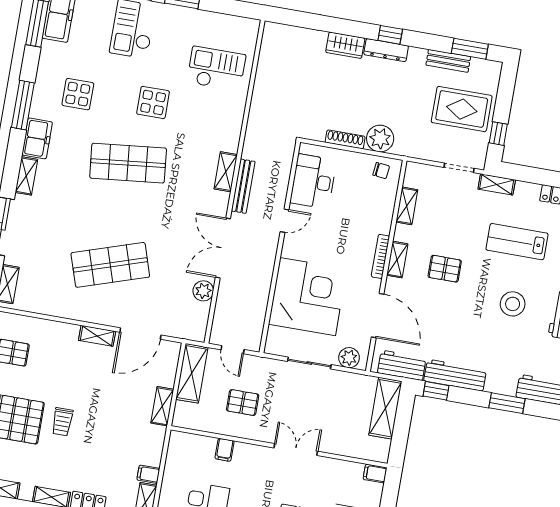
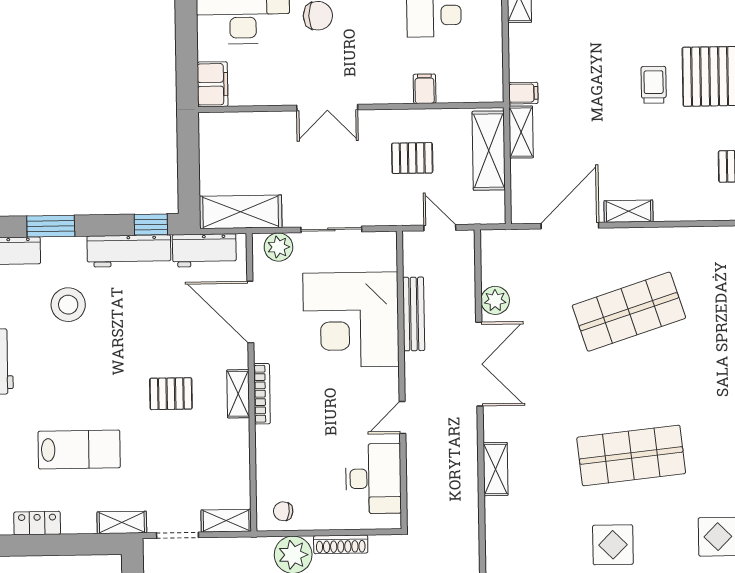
bench: (243, 186) -> (414, 314), moved
shelving: (407, 206) -> (226, 521), moved, turned 90
stool: (513, 304) -> (68, 305), moved
shelving: (192, 373) -> (489, 151), moved
shelving: (385, 408) -> (241, 212), moved, turned 90
filing cabinet: (375, 473) -> (213, 84), width x2.00
filing cabinet: (148, 474) -> (523, 93), moved

